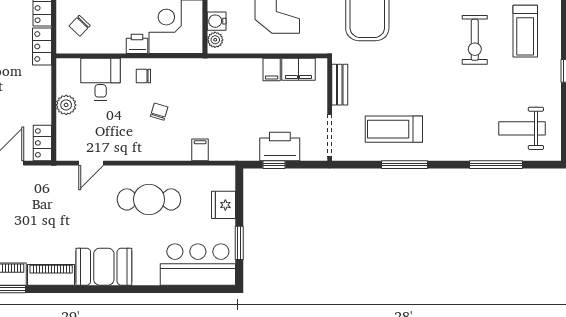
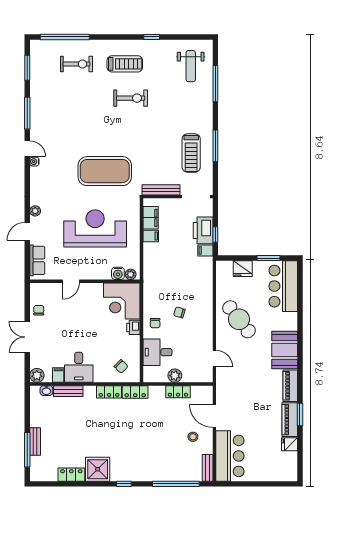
bench: (340, 85) -> (161, 190), width x1.36
locker: (42, 143) -> (178, 392), moved
filing cabinet: (200, 150) -> (205, 251), moved
cafe table: (149, 199) -> (239, 319), turned -38

